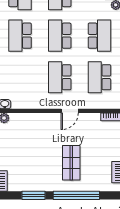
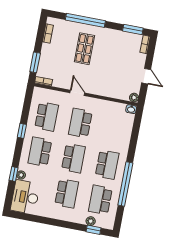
school desk: (60, 77) -> (80, 123), turned 180
door: (70, 111) -> (77, 93), hinge flipped
window: (34, 195) -> (133, 30), moved

